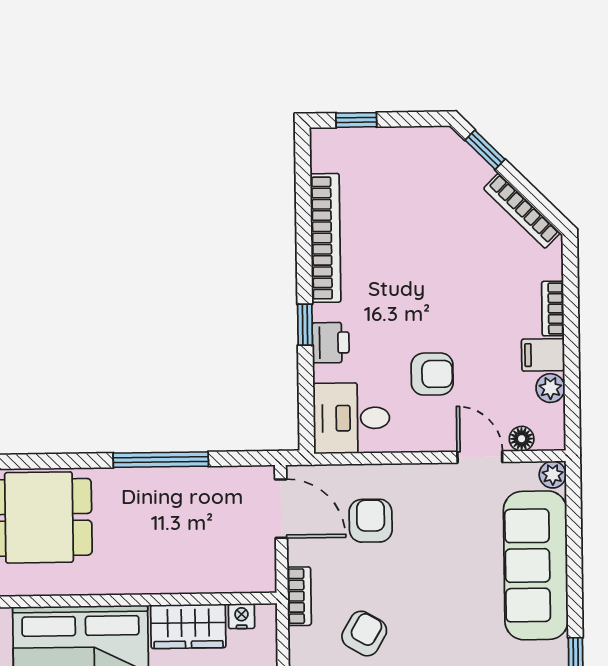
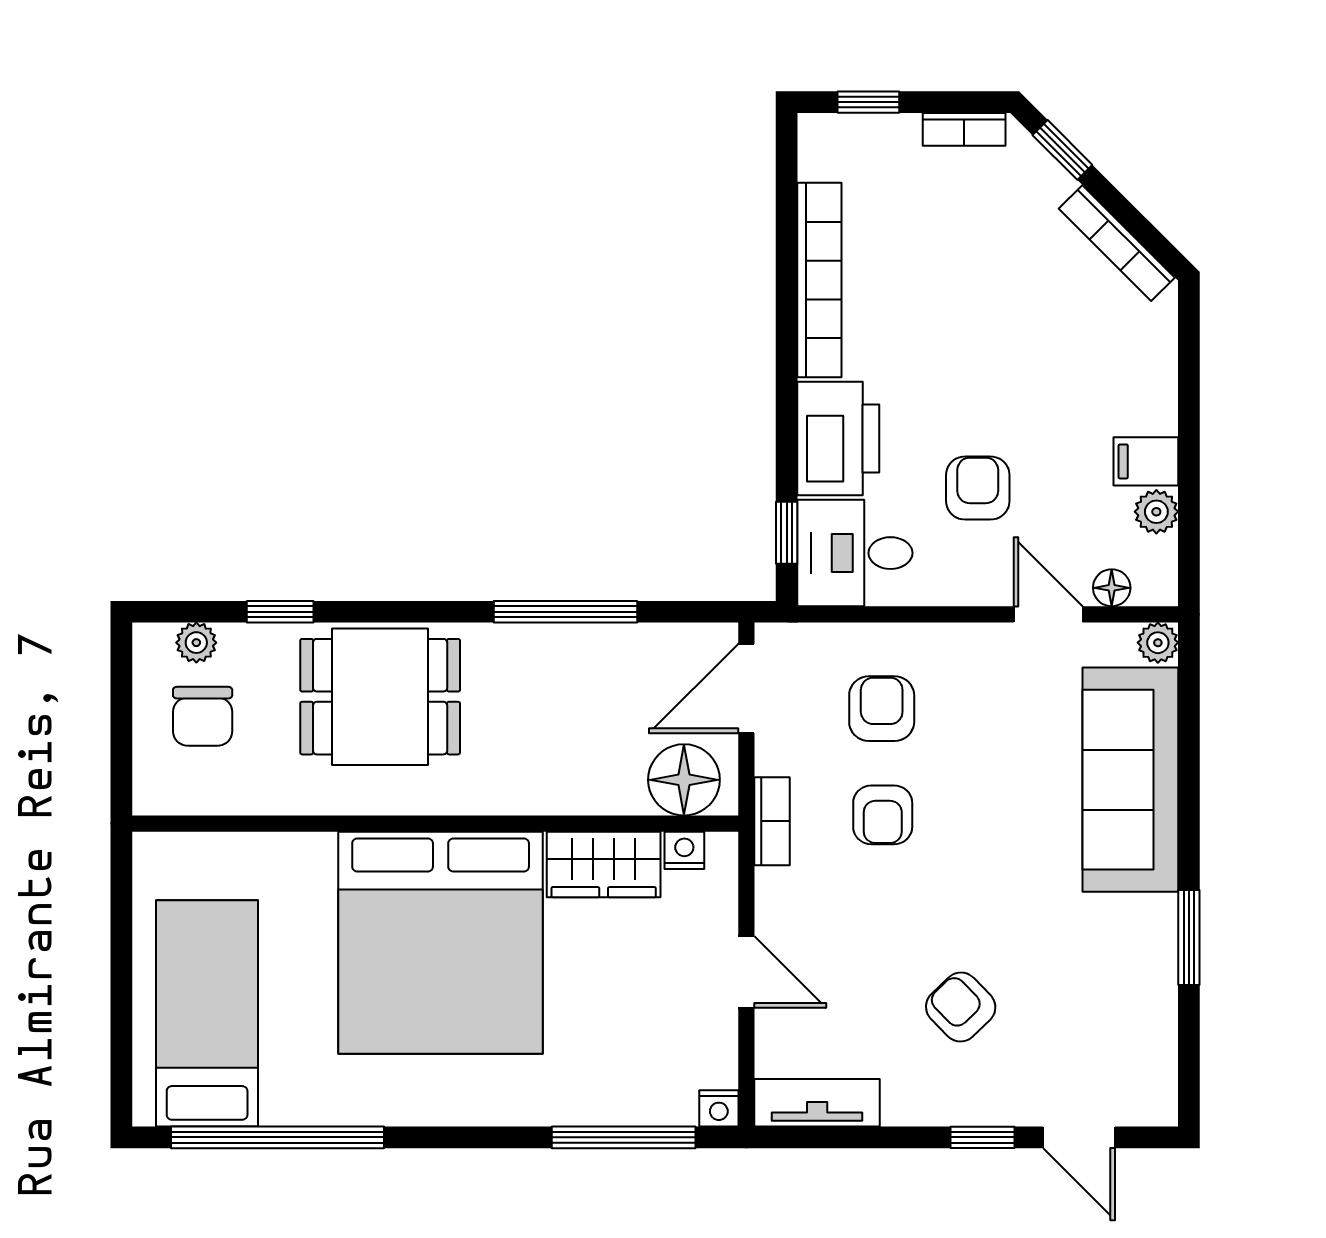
bookcase: (553, 309) -> (964, 129), moved, turned -90
window: (305, 325) -> (787, 533), moved
printer: (331, 343) -> (838, 438), width x1.87, depth x1.48
armchair: (432, 374) -> (978, 488), turned -90
door: (281, 509) -> (746, 688), swing flipped
floor lamp: (241, 570) -> (684, 780), added
armchair: (364, 634) -> (883, 815), moved, turned 150

